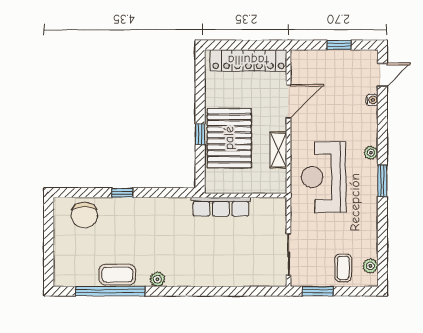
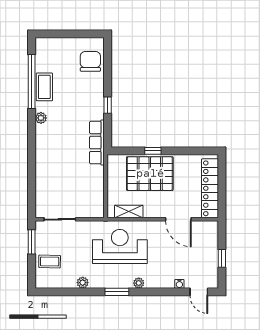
shelving: (278, 150) -> (129, 212), moved
window: (122, 193) -> (108, 105), moved
row of seats: (221, 207) -> (97, 143), moved
chair: (84, 215) -> (90, 61), turned 90
plant: (370, 266) -> (83, 283), moved

